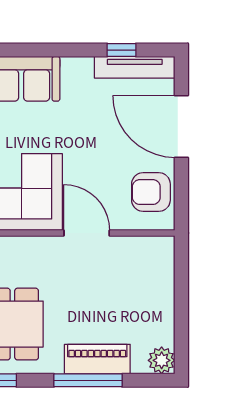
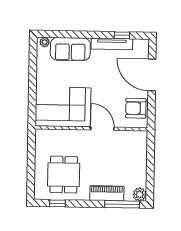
tv unit: (135, 67) -> (112, 44), moved
window: (88, 380) -> (122, 204), moved

